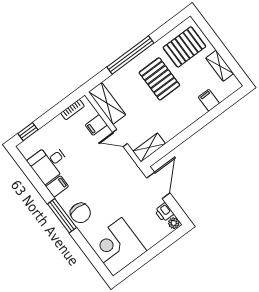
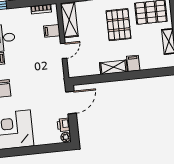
filing cabinet: (209, 100) -> (133, 63), moved
door: (120, 138) -> (64, 51), swing flipped
shelving: (149, 147) -> (113, 67), moved

